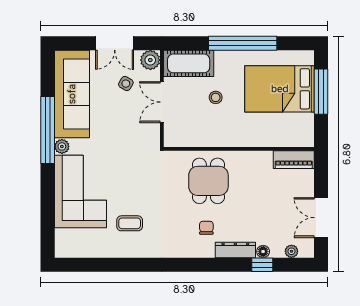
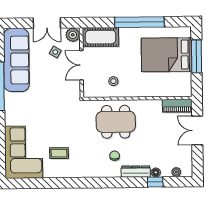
stool: (216, 97) -> (113, 81), moved
plant: (62, 146) -> (9, 98), removed
dining table: (208, 181) -> (116, 122), width x1.38
corner sofa: (81, 191) -> (24, 152), moved
double door: (321, 218) -> (197, 130), moved

